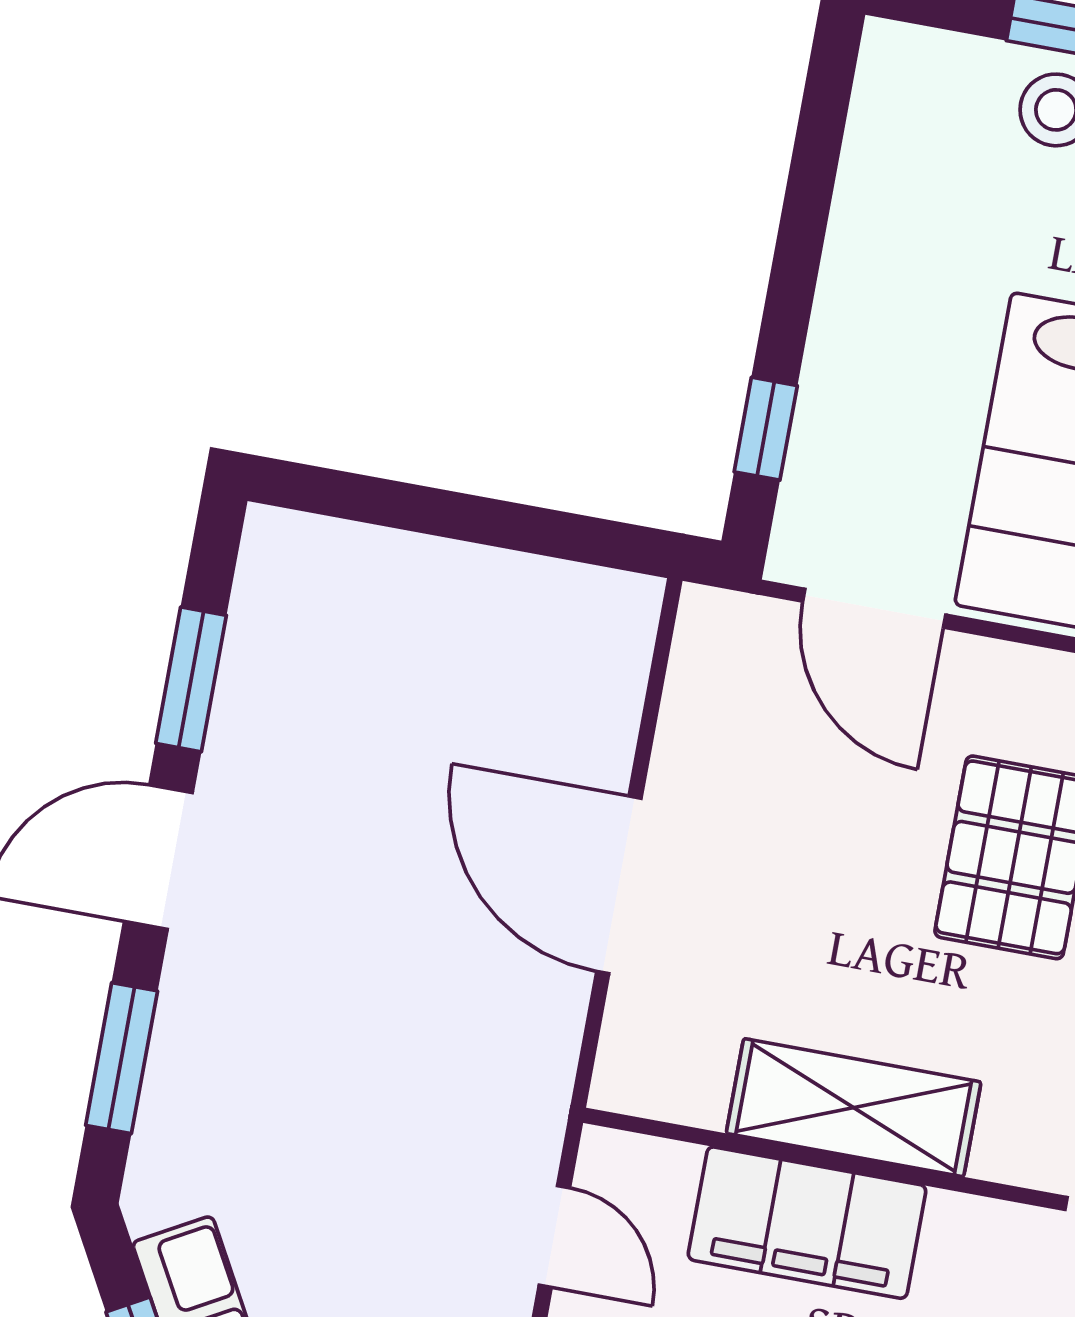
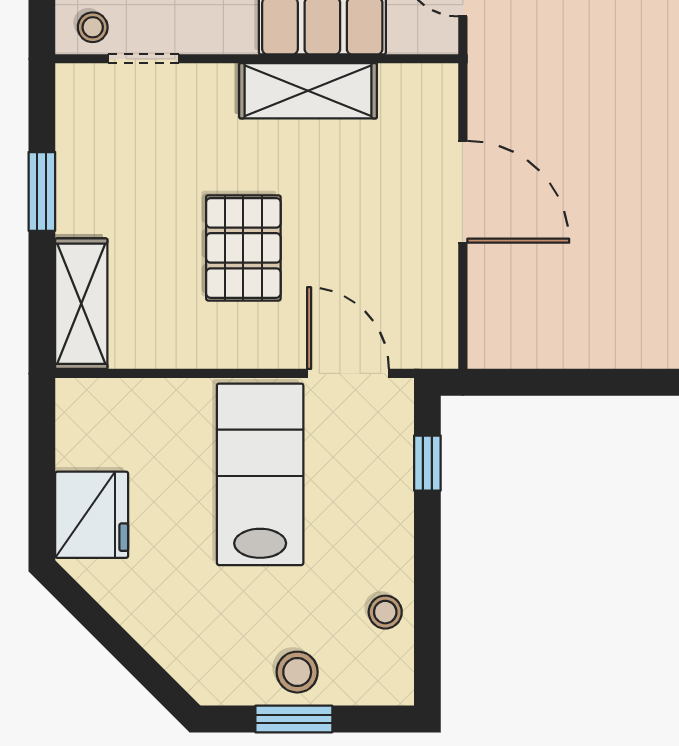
stool: (885, 185) -> (385, 612), added

